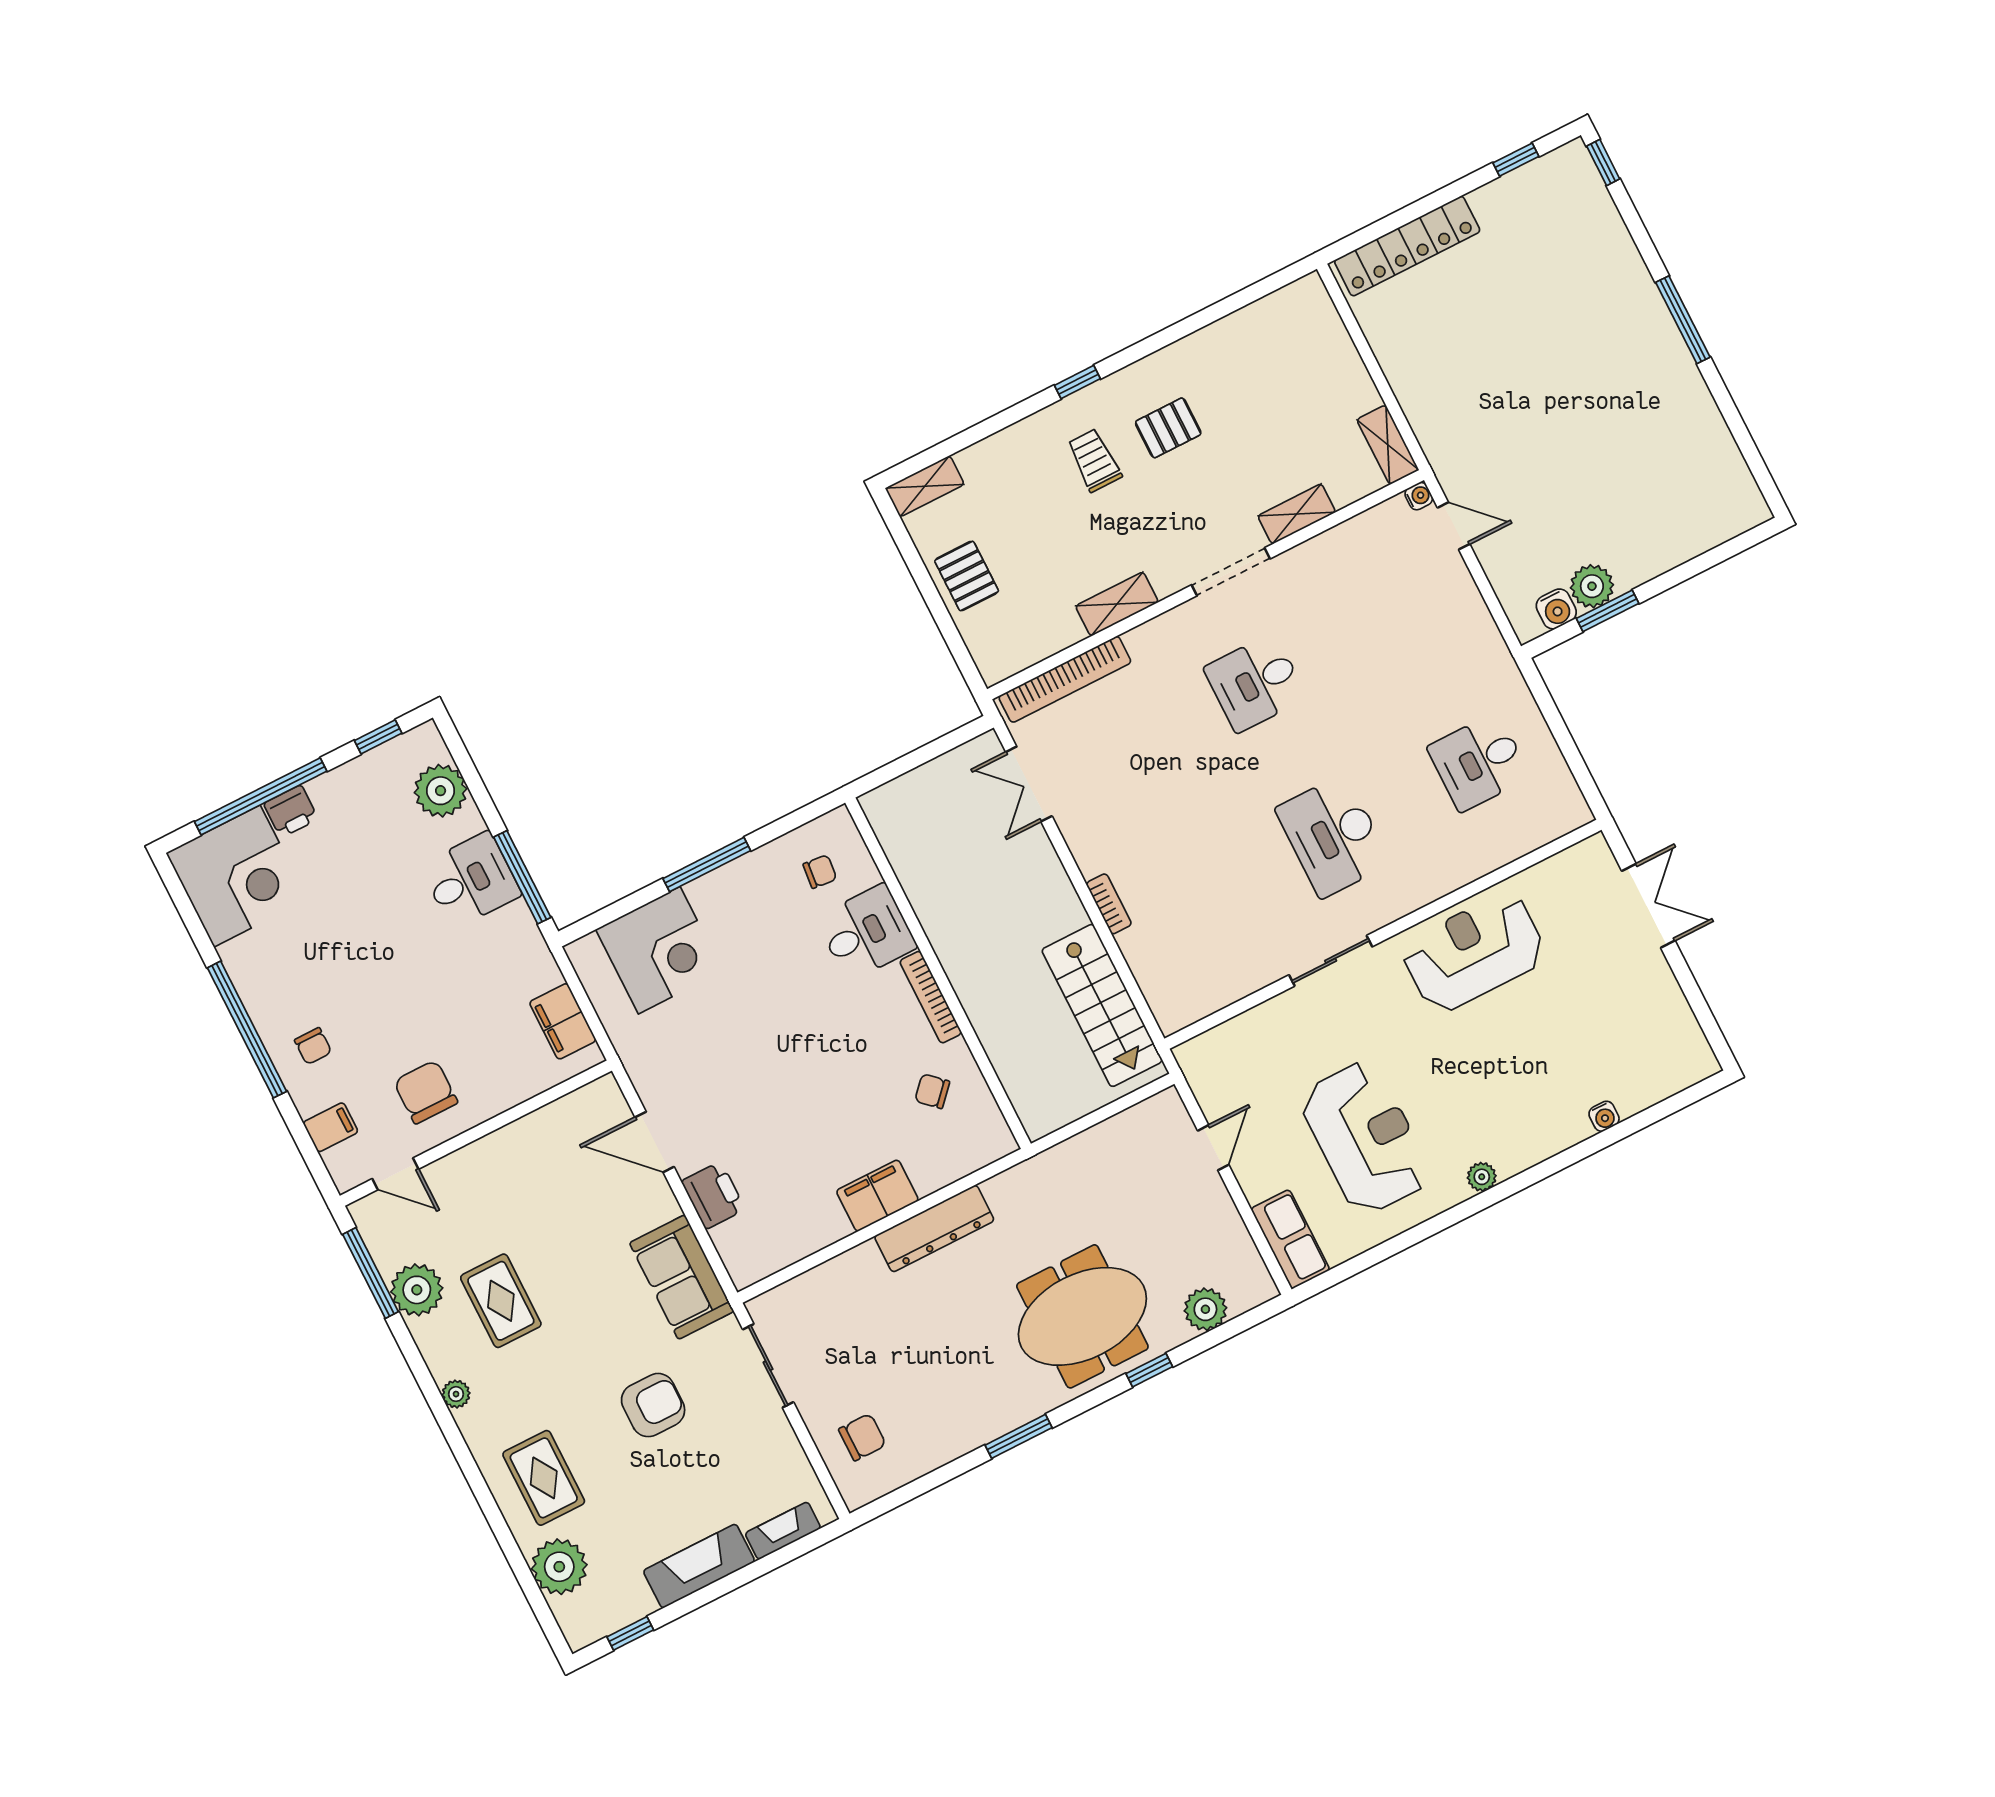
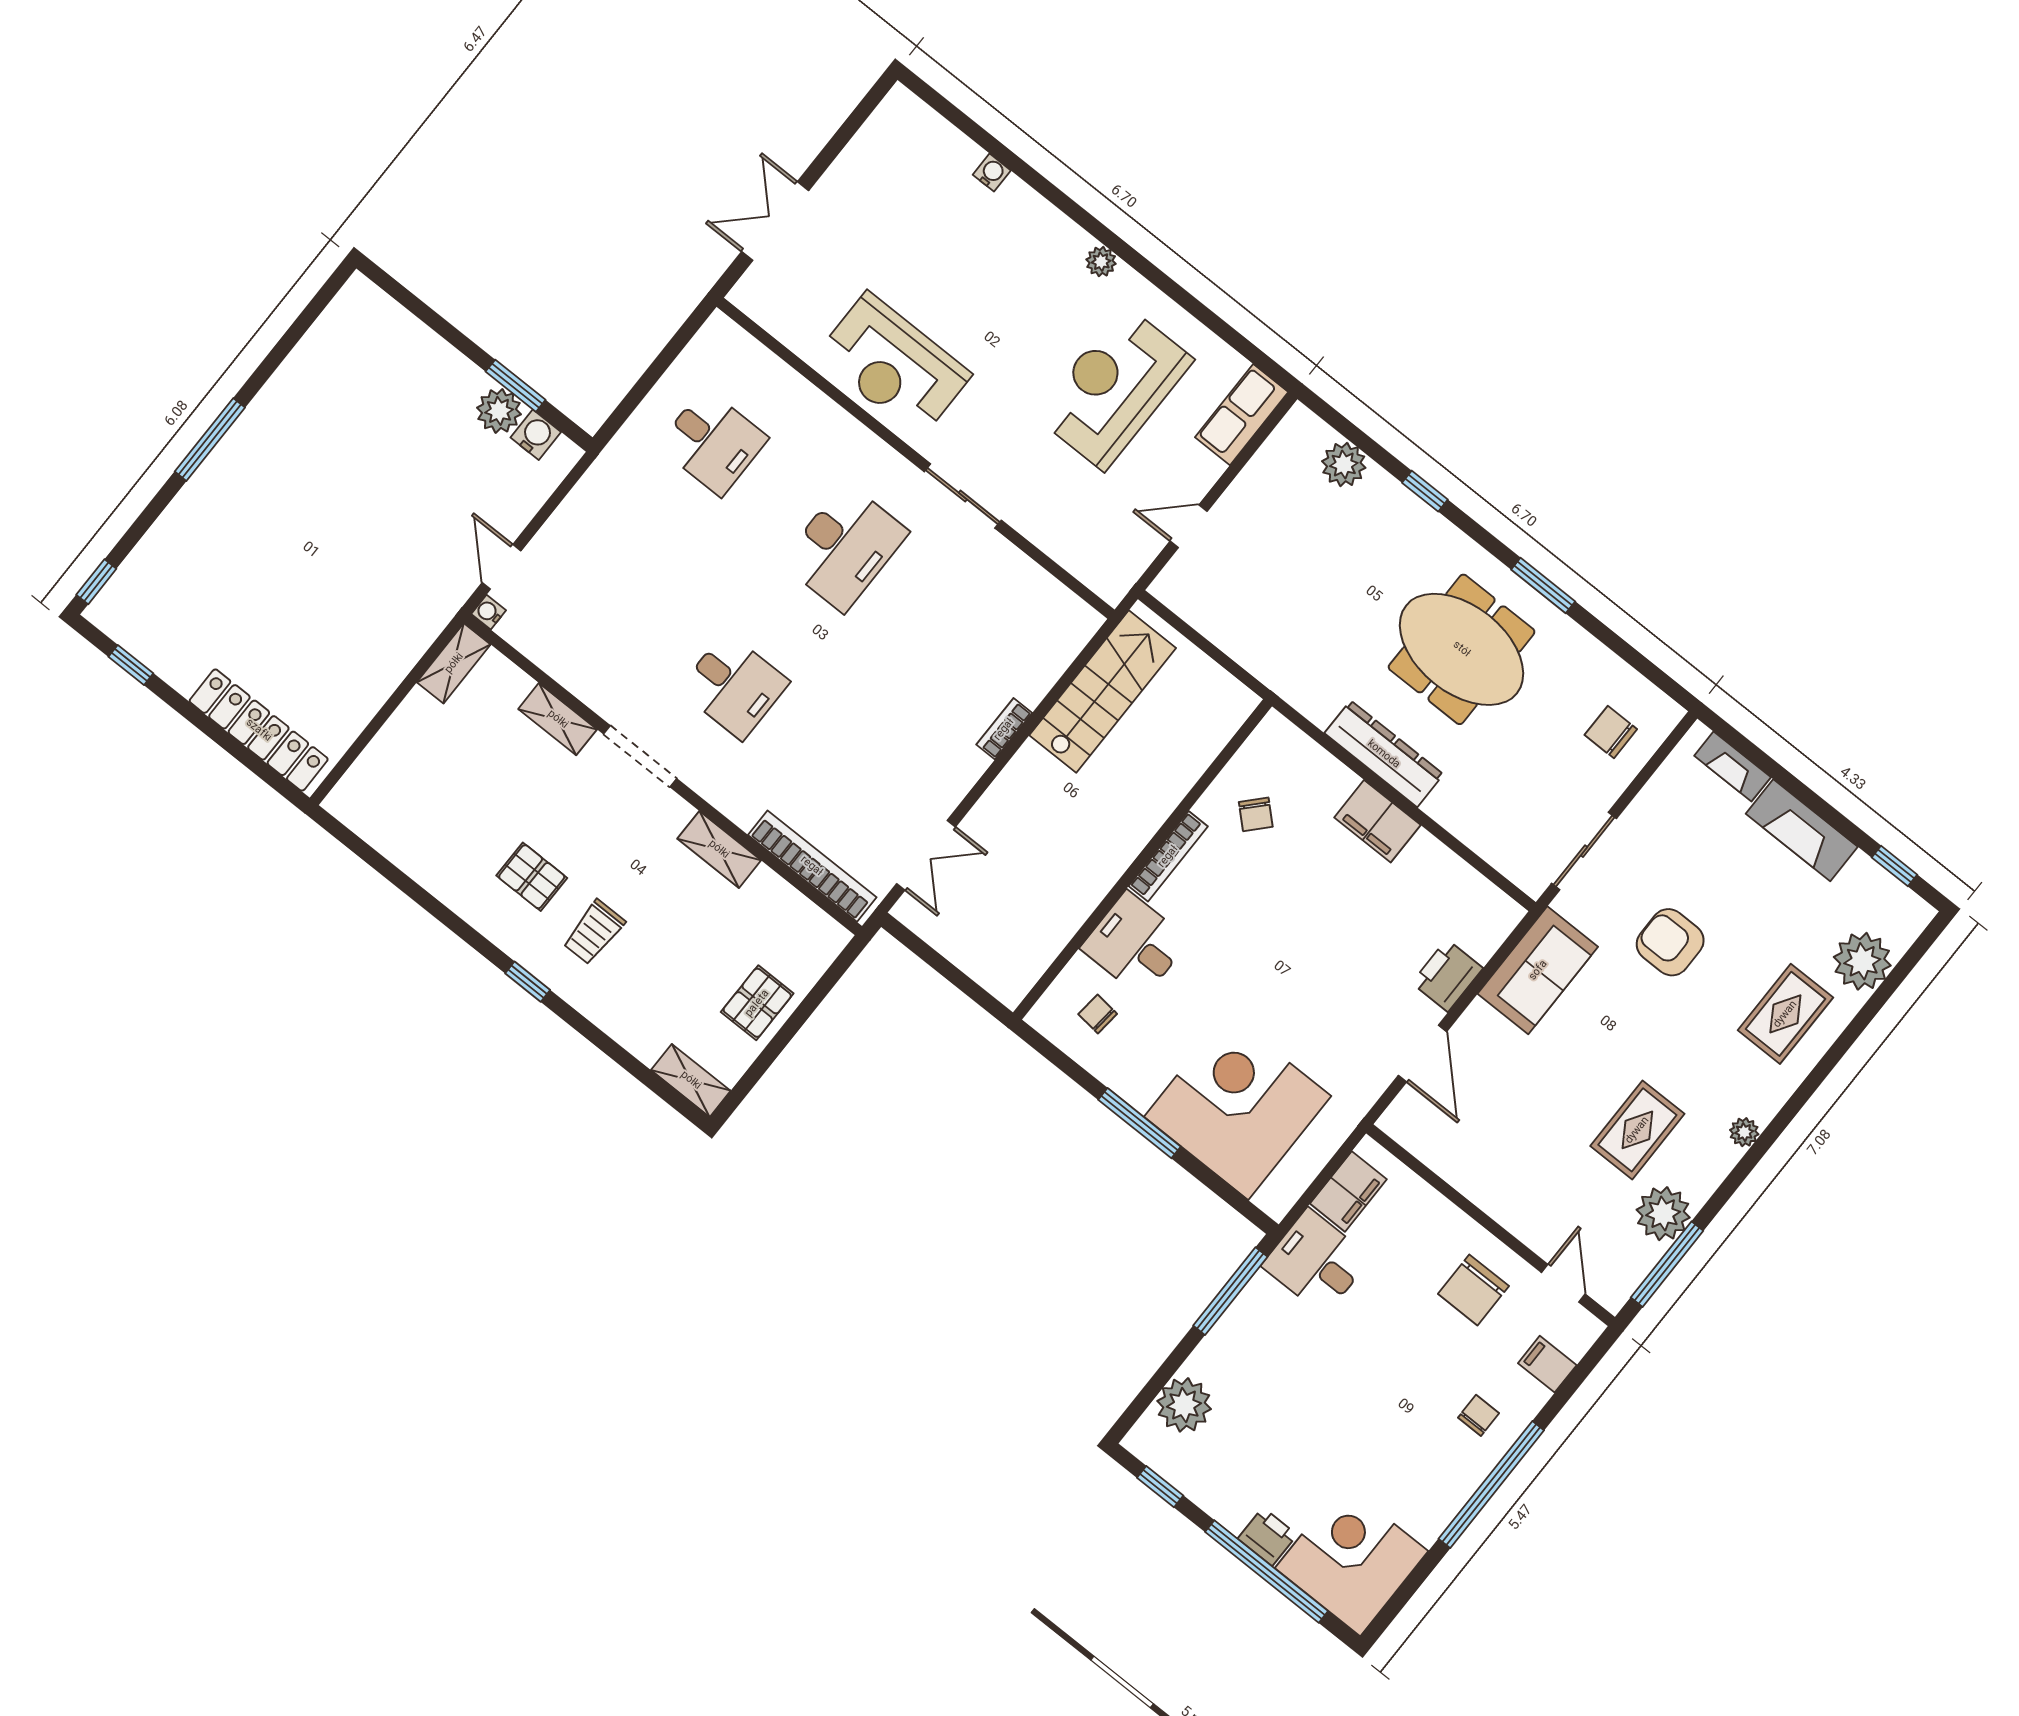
desk: (471, 880) -> (1316, 1262), moved
corner desk: (659, 950) -> (1238, 1106), width x1.36, depth x1.36
meeting table: (1082, 1316) -> (1462, 649), moved

